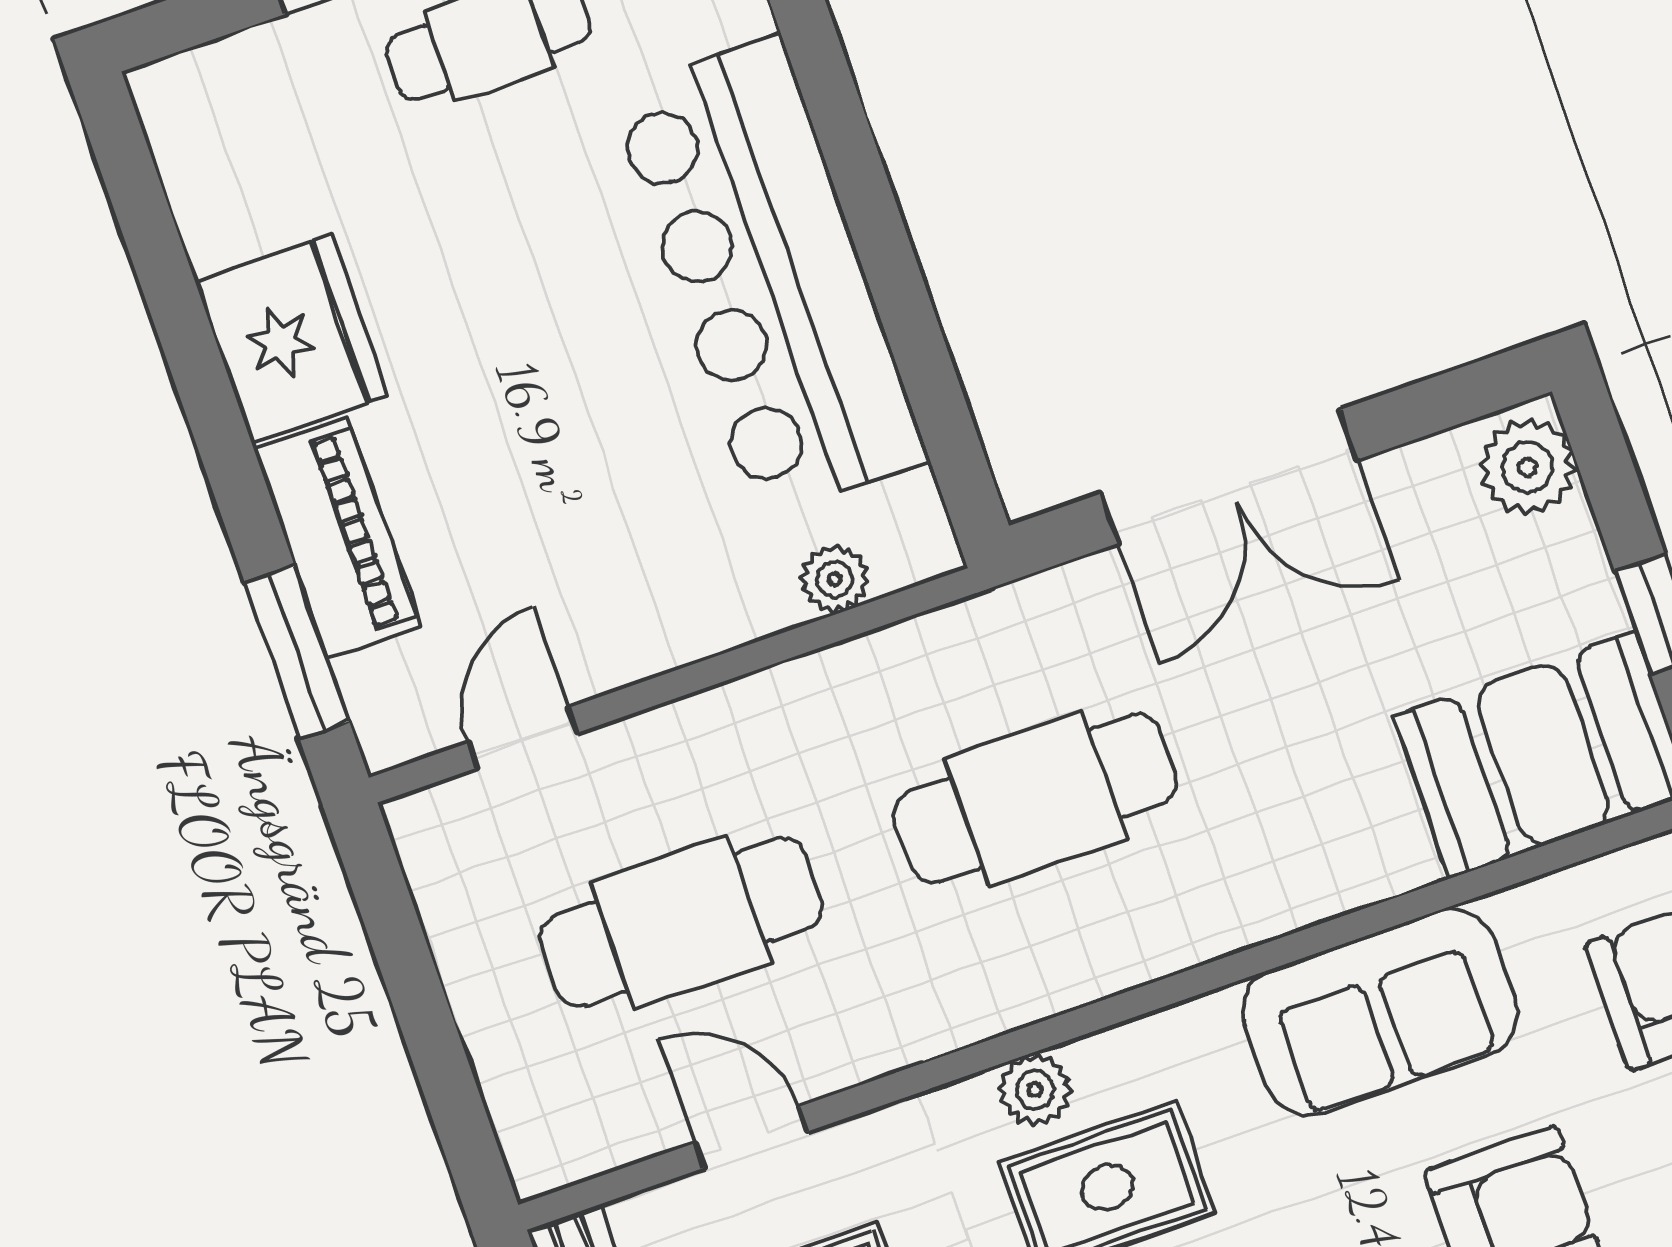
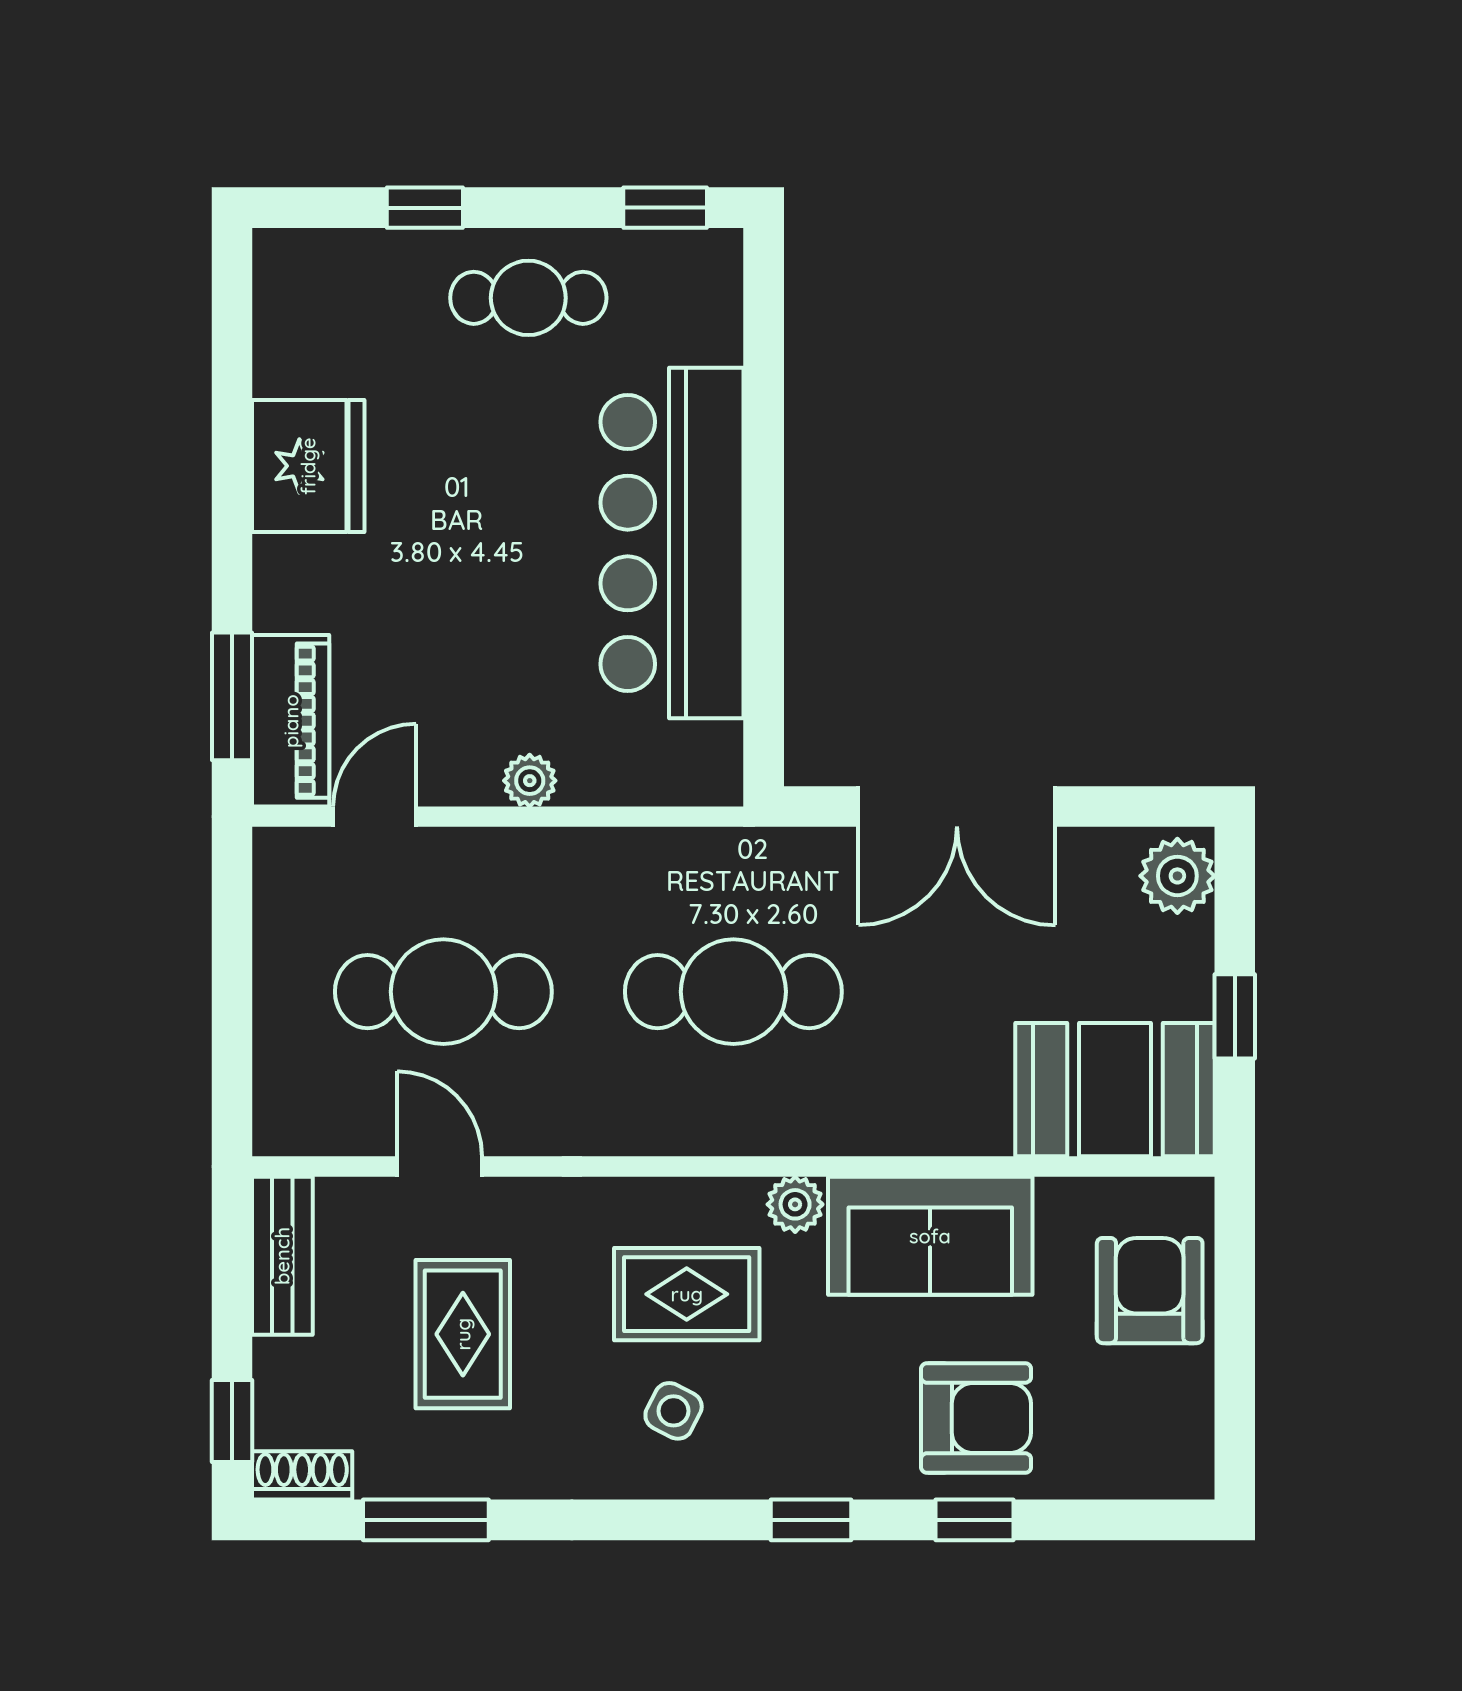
piano: (337, 538) -> (291, 721), moved
plant: (835, 579) -> (530, 781), moved
plant: (1035, 1090) -> (795, 1204), moved

